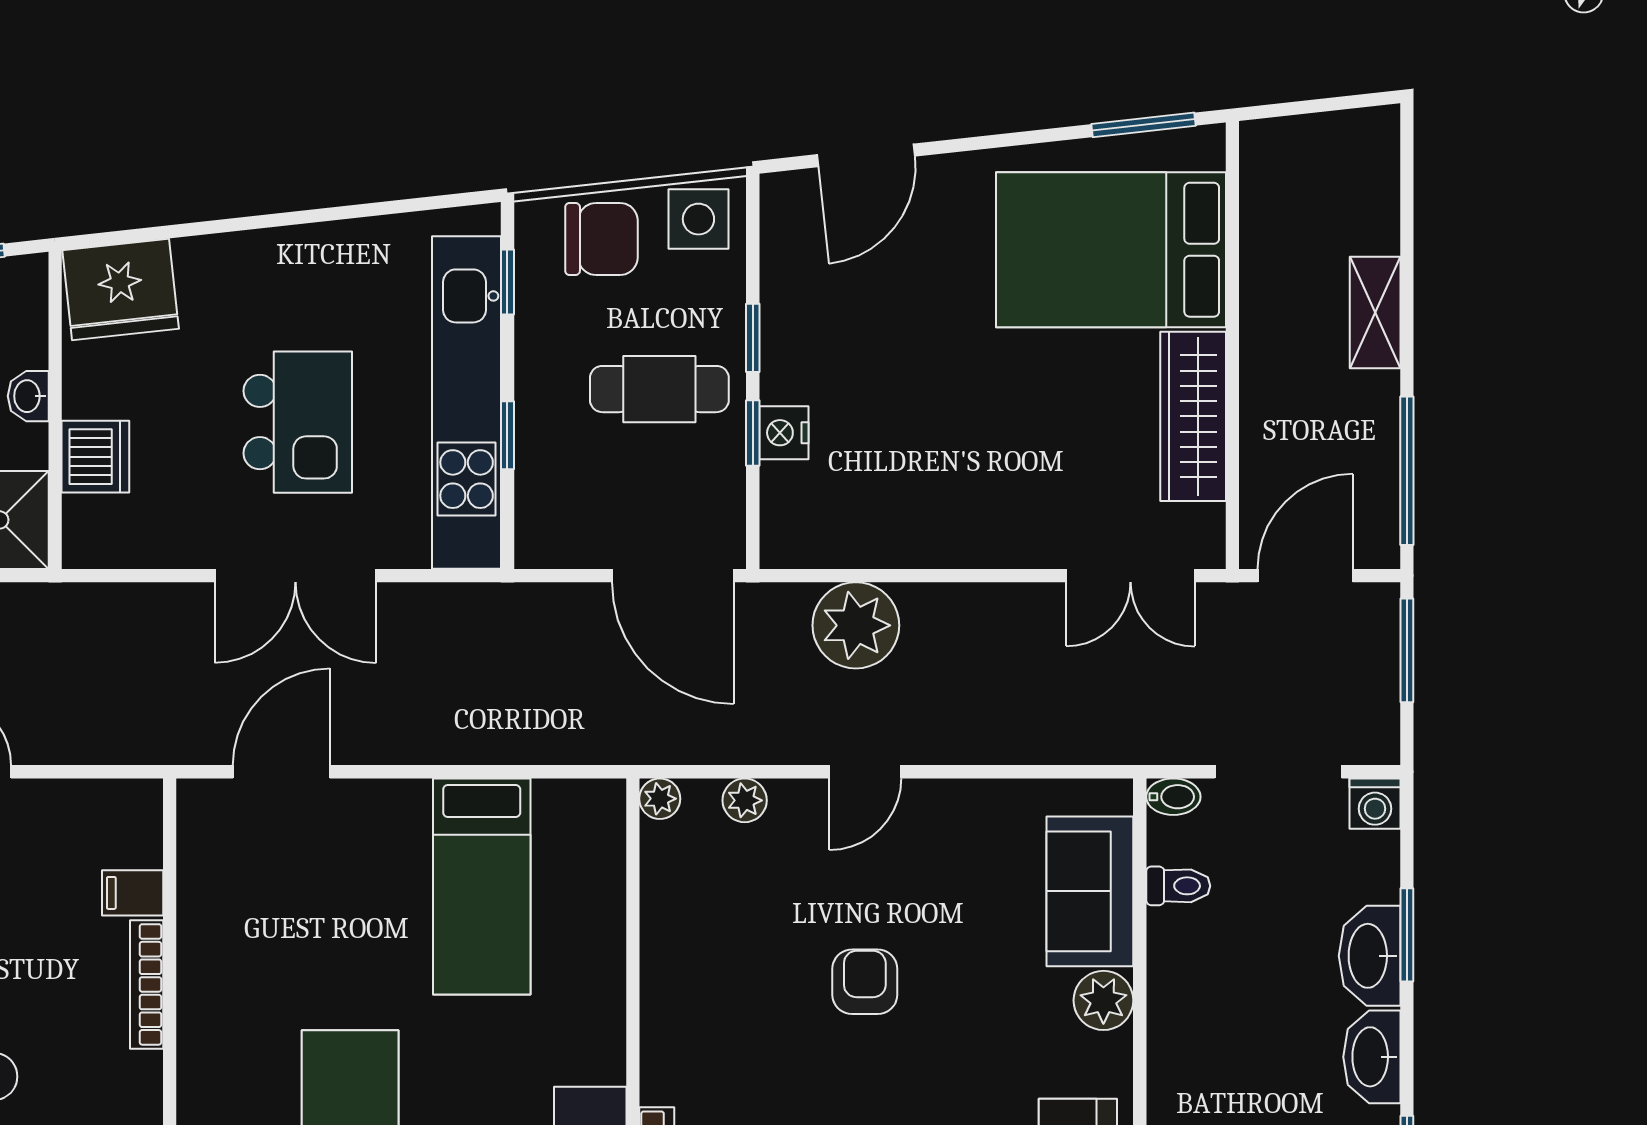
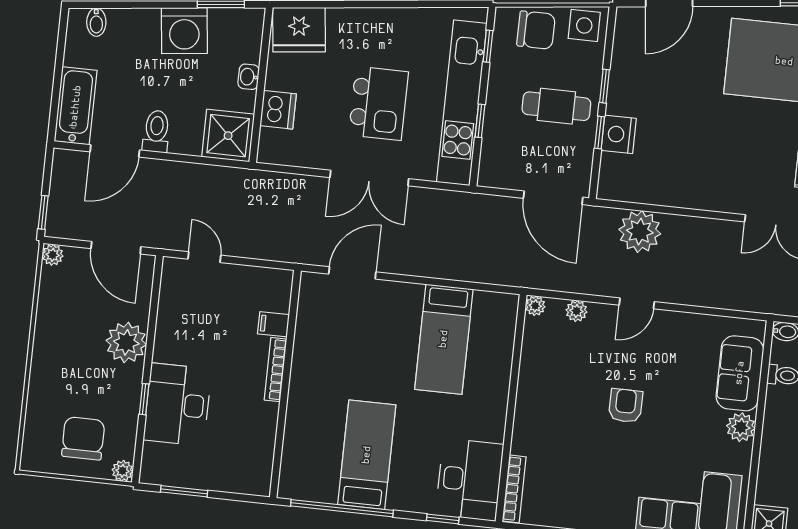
nightstand: (784, 433) -> (619, 134), width x1.36, depth x1.33

